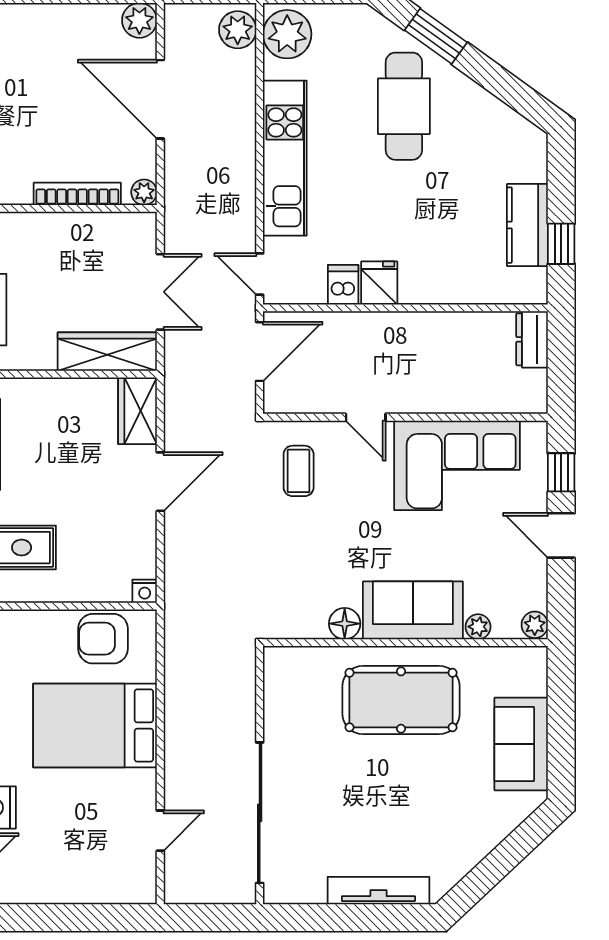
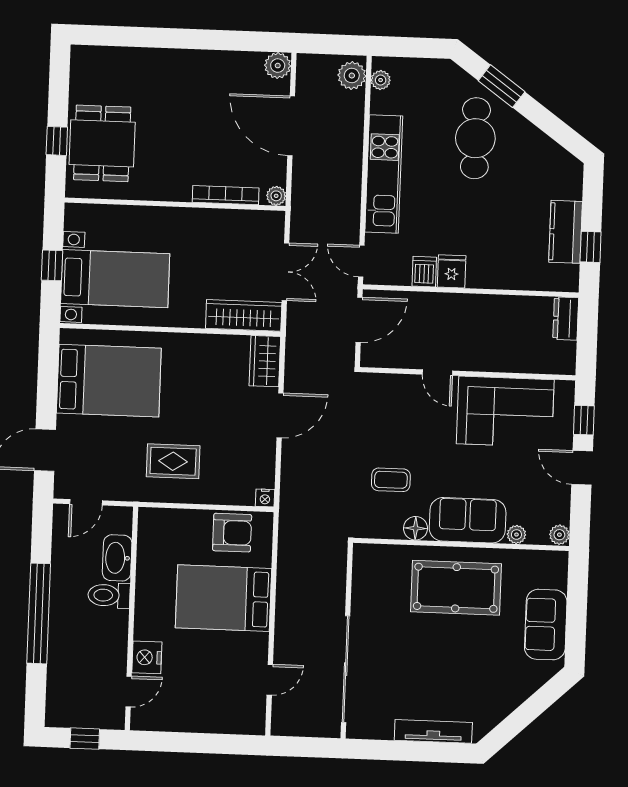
plant: (287, 34) -> (381, 80), width x0.53, depth x0.53
coffee table: (299, 471) -> (391, 480), moved, turned 90
armchair: (103, 639) -> (232, 533), turned 180

